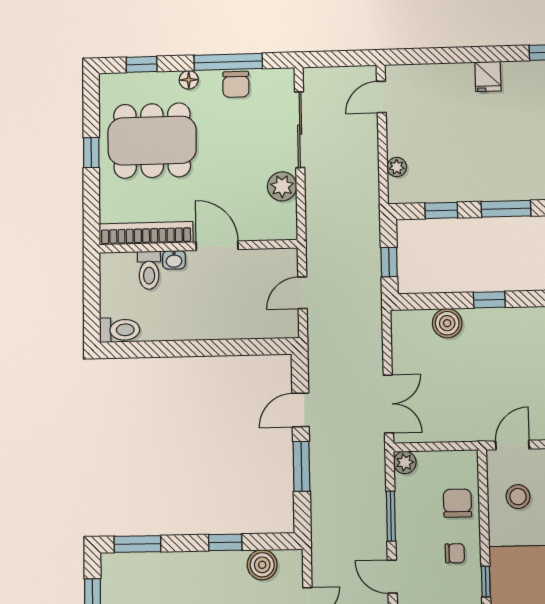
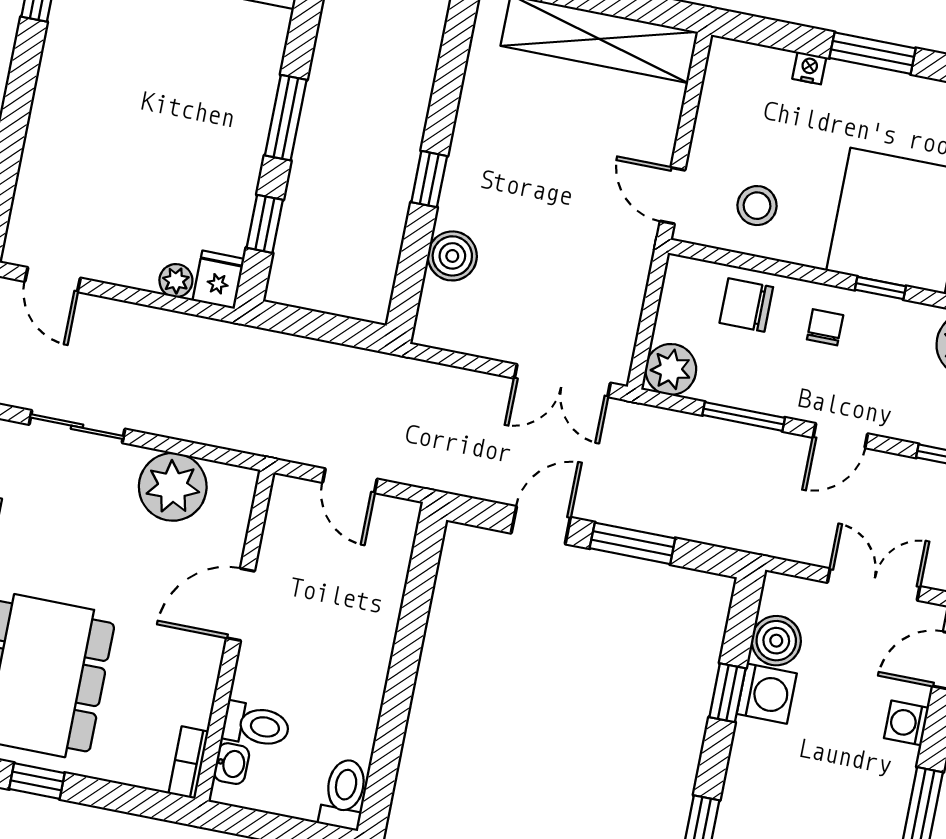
fridge: (488, 76) -> (218, 280), moved, turned -90
sliding door: (300, 130) -> (77, 427), width x0.73
plant: (282, 186) -> (173, 487), width x1.36, depth x1.36
bookcase: (146, 233) -> (188, 763), width x0.43, depth x0.76
washbasin: (174, 260) -> (232, 764), moved
window: (389, 262) -> (331, 328), removed
double door: (388, 404) -> (562, 381), swing flipped
door: (301, 410) -> (541, 525), swing flipped
plant: (405, 462) -> (671, 369), width x1.38, depth x1.38
washing machine: (230, 566) -> (767, 694), added

